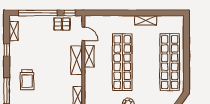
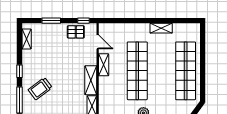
window: (38, 13) -> (51, 21), width x0.47
window: (7, 50) -> (19, 71), moved
shelving: (77, 60) -> (91, 80), moved
trolley: (27, 80) -> (40, 89), turned 53

